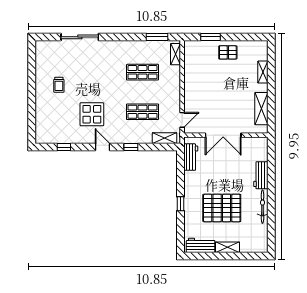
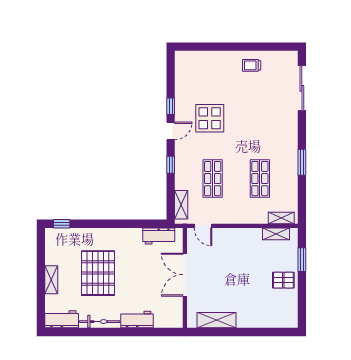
sliding door: (80, 37) -> (302, 88), moved
window: (157, 37) -> (302, 162), moved
pallet: (228, 52) -> (283, 280), turned 90
shelving: (263, 72) -> (276, 234), moved
trolley: (59, 85) -> (252, 65), moved
window: (64, 147) -> (171, 106), moved
window: (180, 204) -> (62, 224), moved
workbench: (201, 245) -> (62, 319), moved, turned -90

